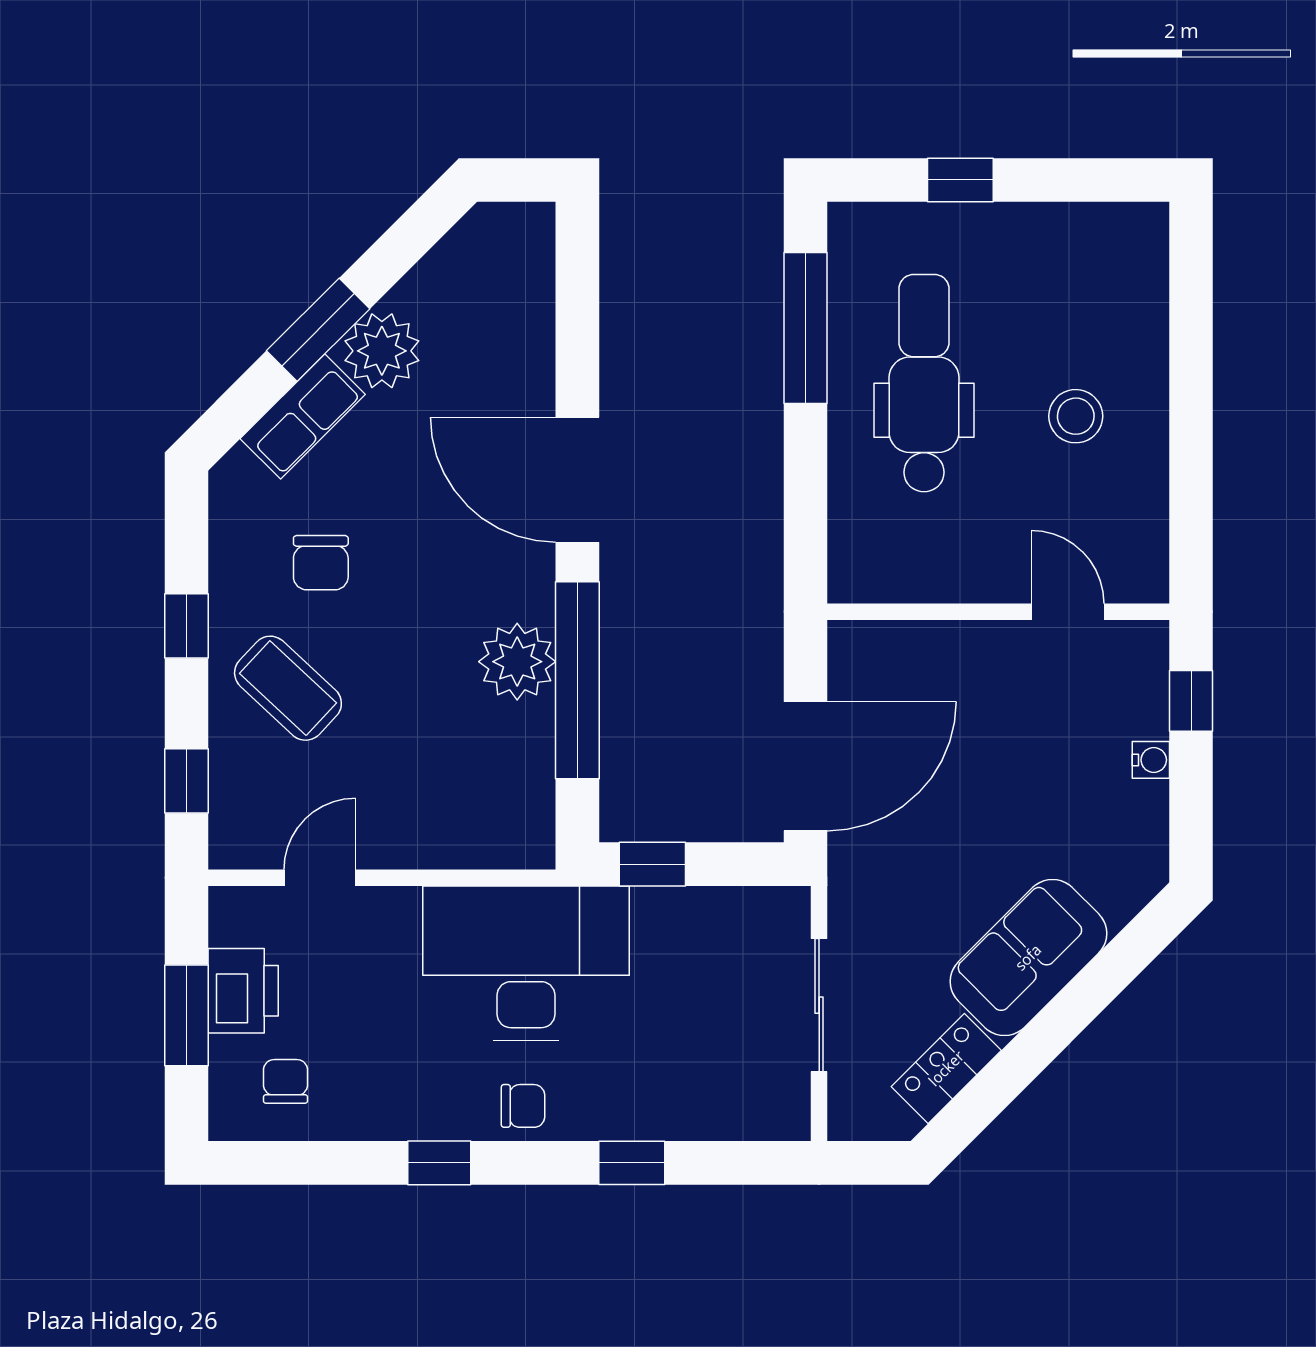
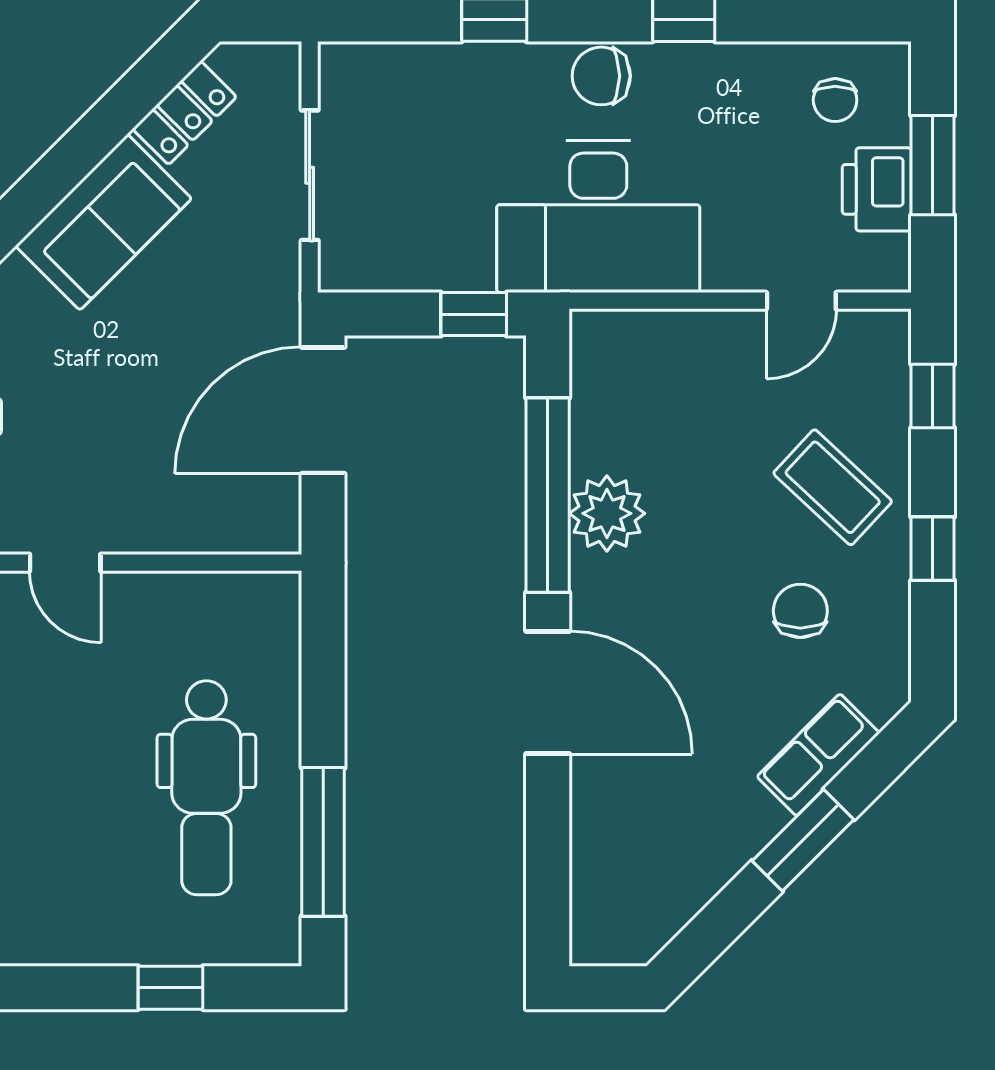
plant: (382, 351) -> (740, 820), removed
stool: (1076, 416) -> (57, 755), removed
chair: (523, 1106) -> (601, 76), width x1.37, depth x1.37

